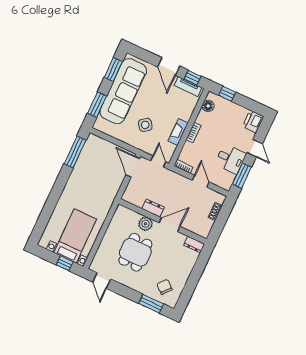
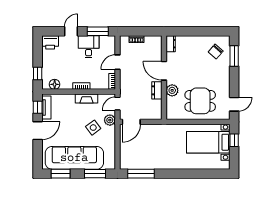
plant: (145, 146) -> (110, 120), added
dining table: (135, 252) -> (200, 101), moved

